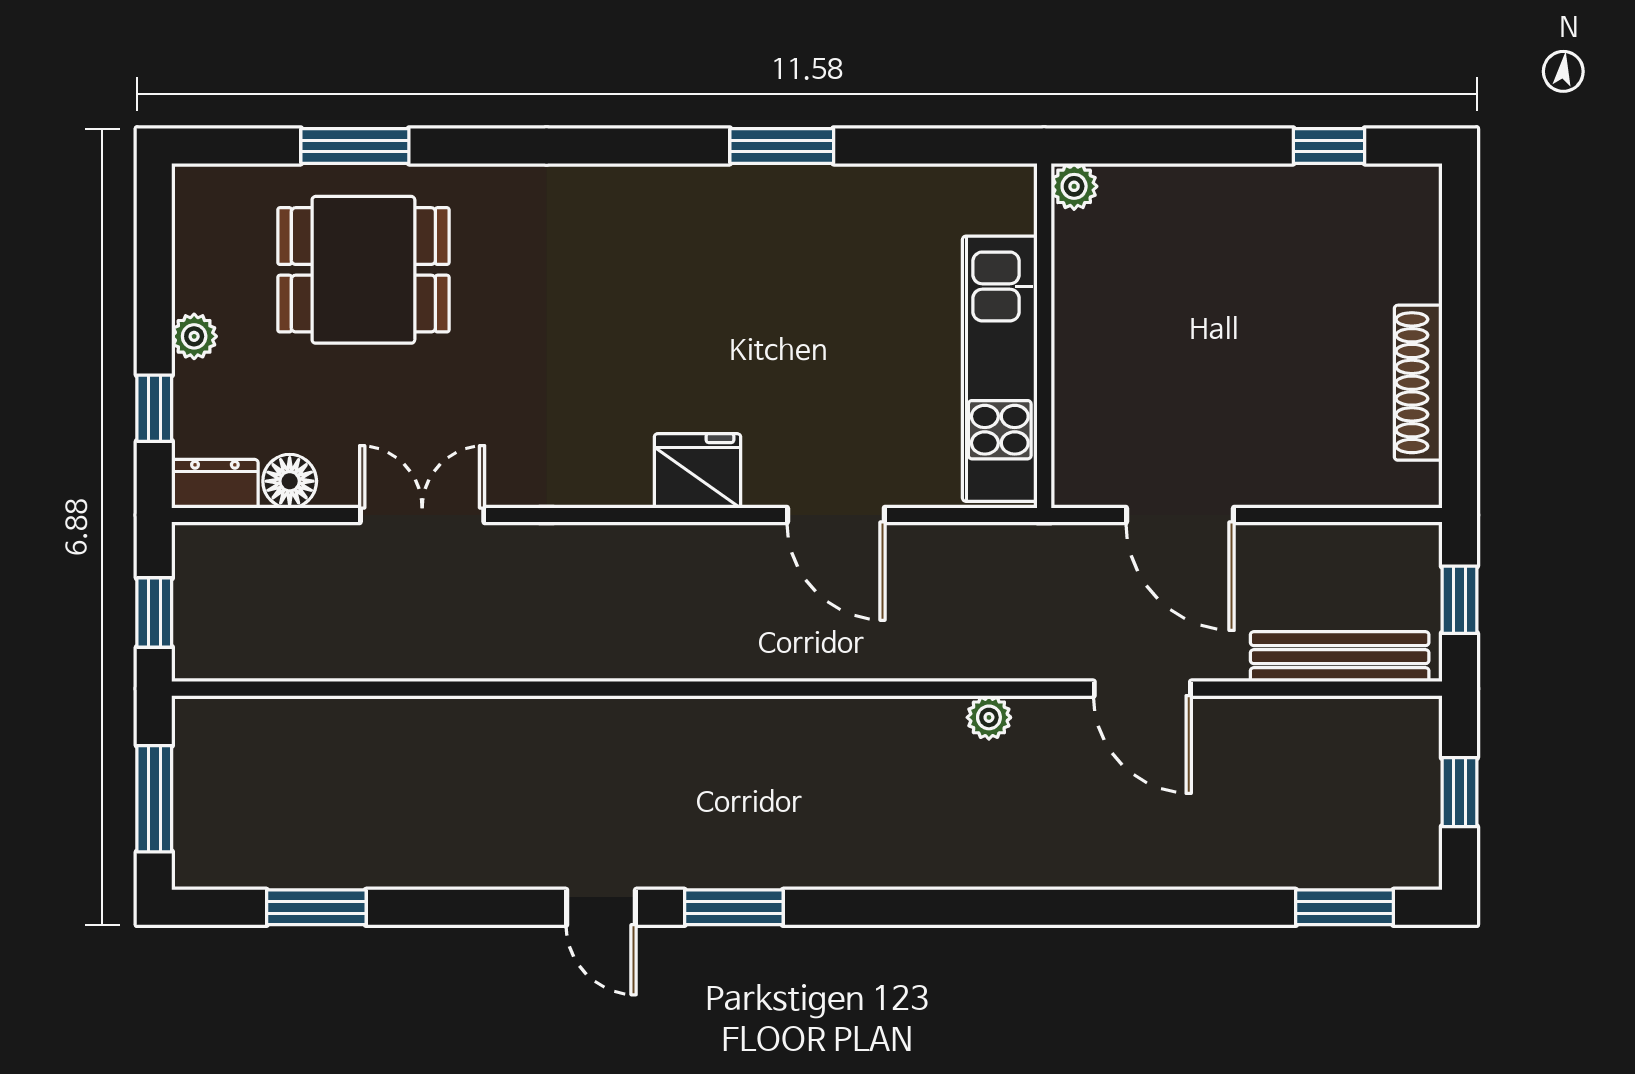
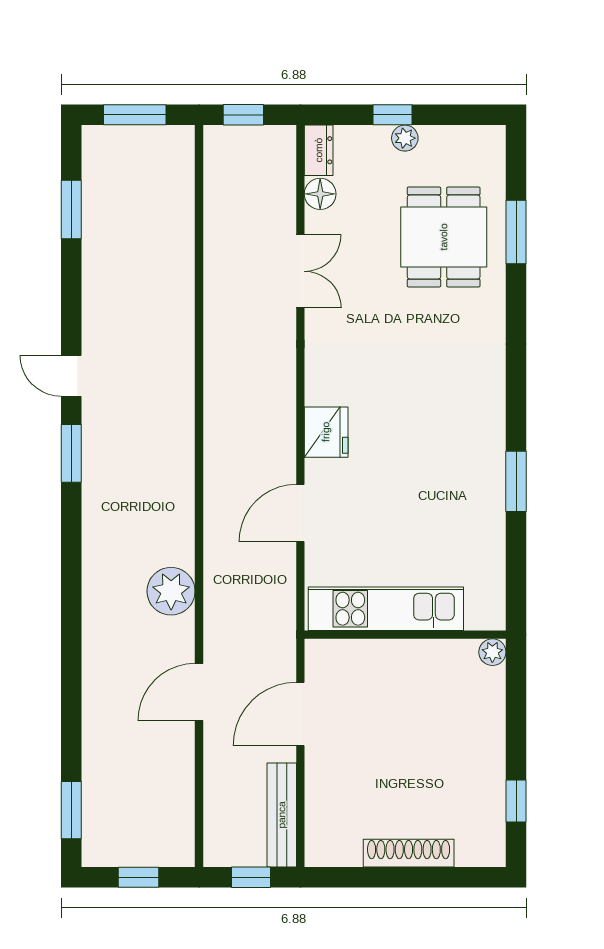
shoe rack: (1418, 383) -> (409, 853), moved
window: (154, 408) -> (392, 115), moved
bench: (1340, 657) -> (282, 815), moved
plant: (989, 717) -> (171, 591), width x1.88, depth x1.88
door: (601, 907) -> (71, 376), hinge flipped

